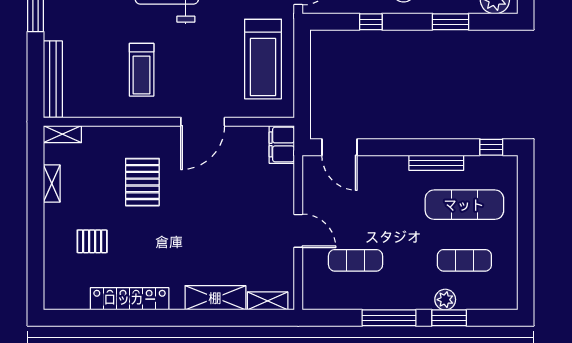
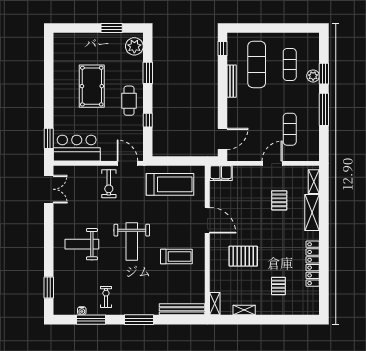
pallet: (236, 243) -> (279, 200), added

